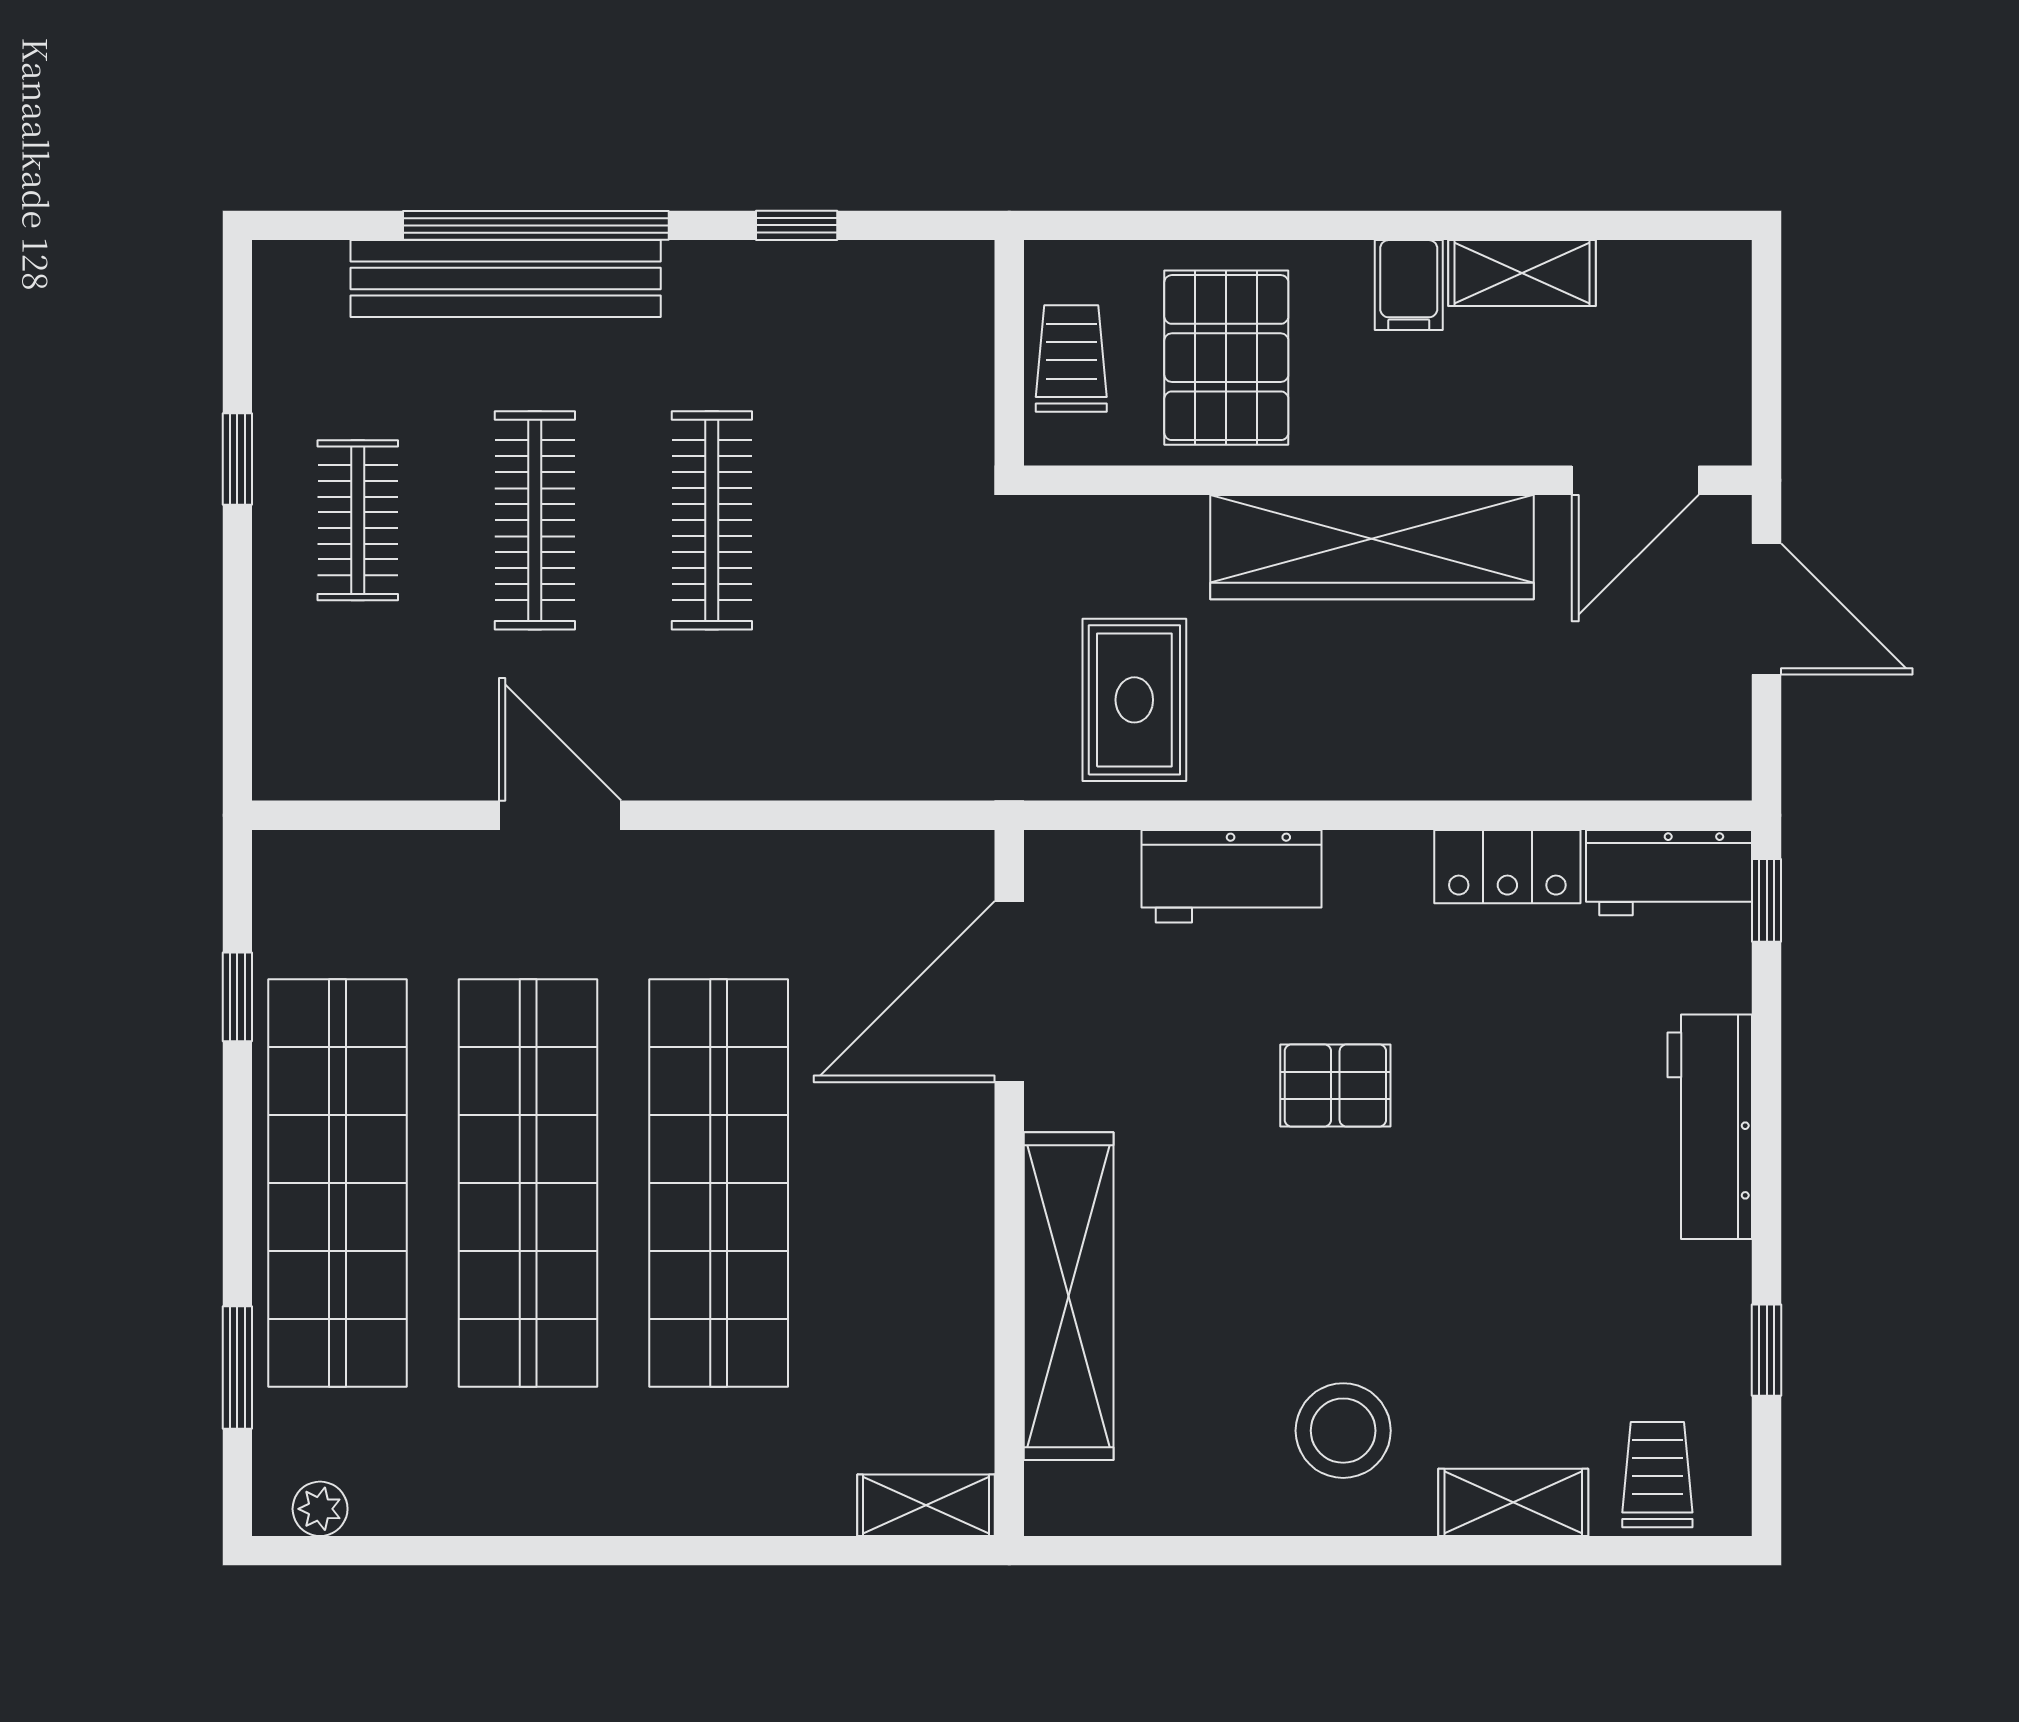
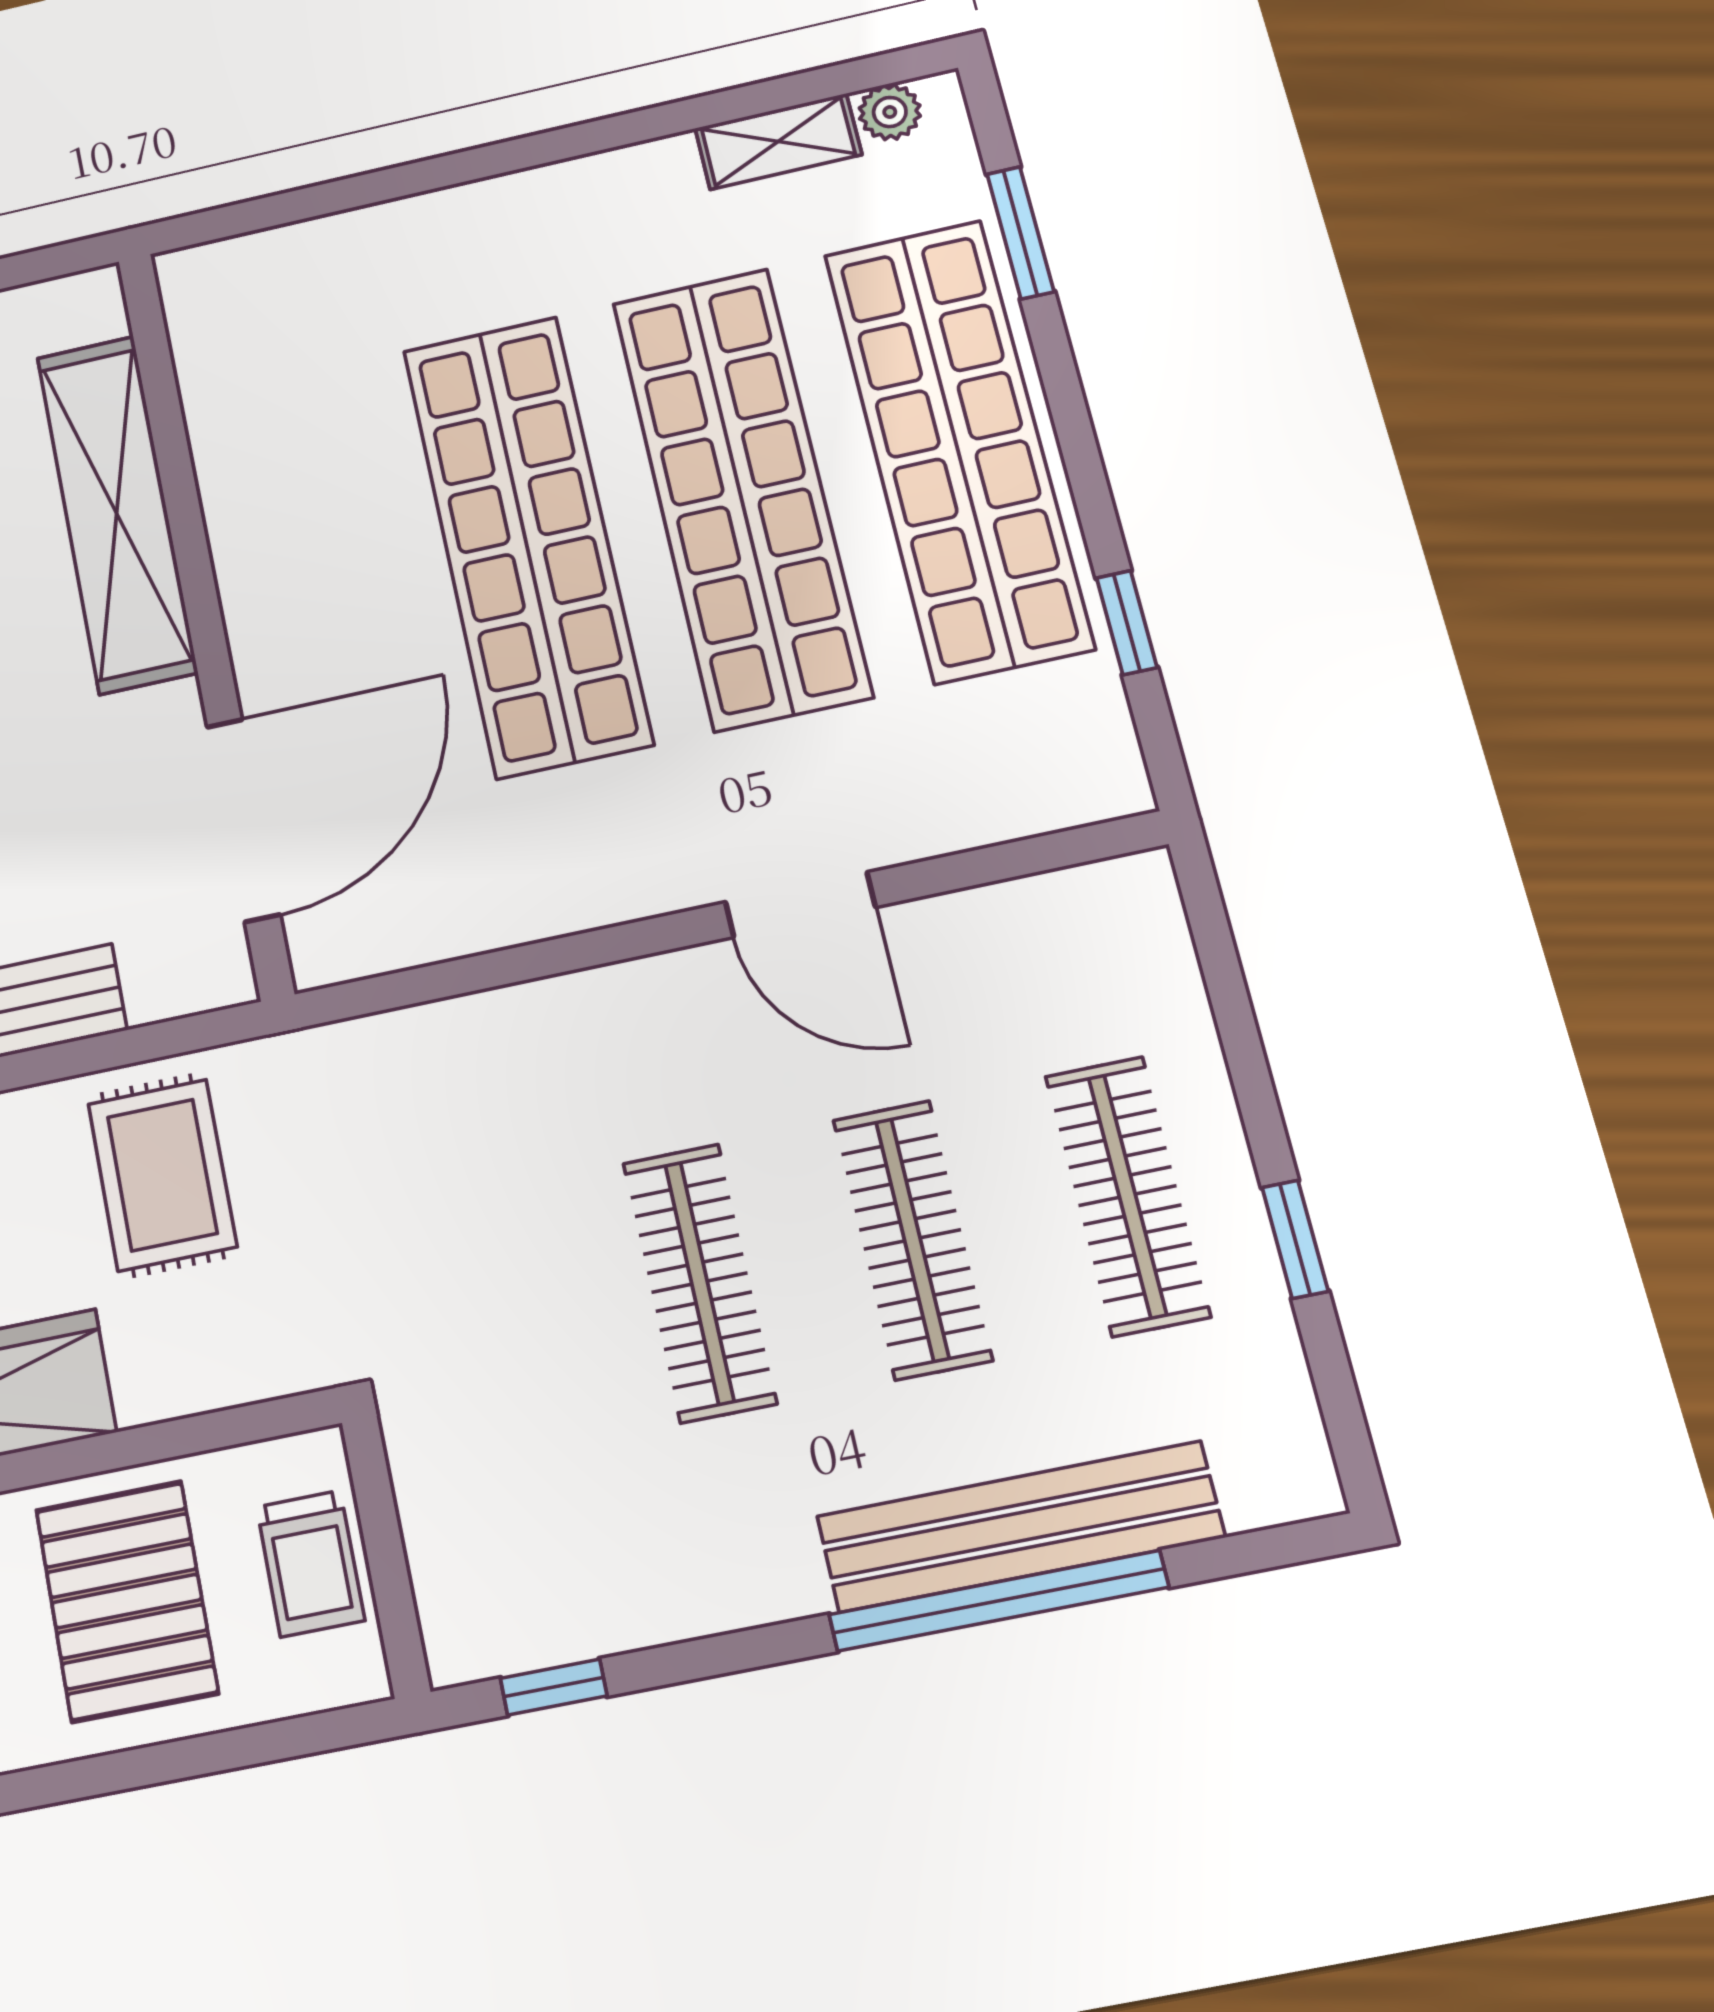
window: (797, 225) -> (554, 1687), moved
clothes rail: (358, 520) -> (1127, 1196), width x1.36
shelving: (926, 1505) -> (778, 141), moved

